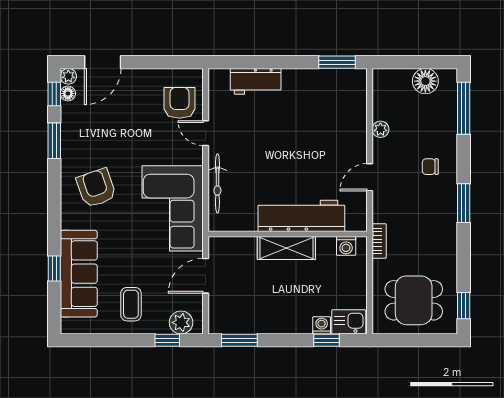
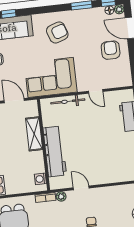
armchair: (180, 103) -> (111, 50), moved, turned -90
plant: (380, 129) -> (61, 196), moved
door: (206, 133) -> (96, 91), swing flipped
shelving: (286, 248) -> (34, 134), moved

